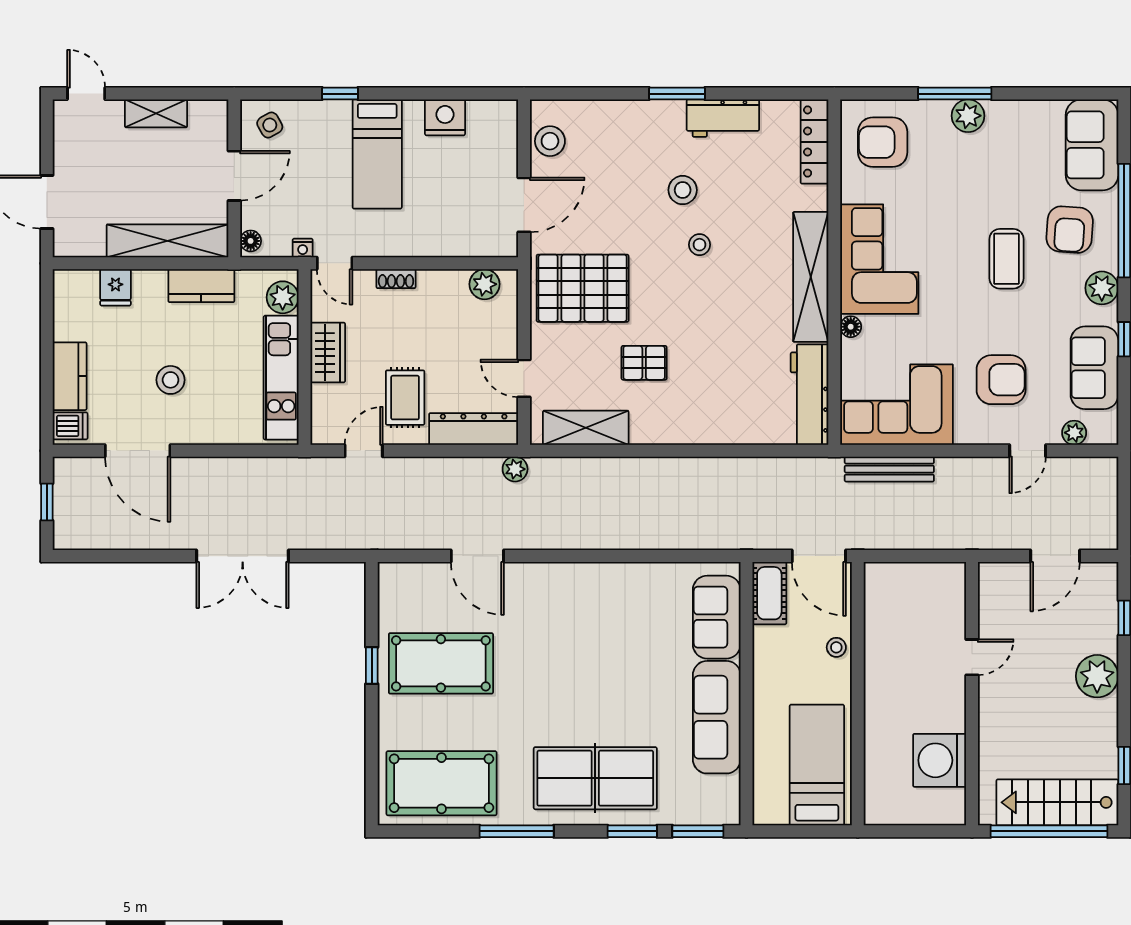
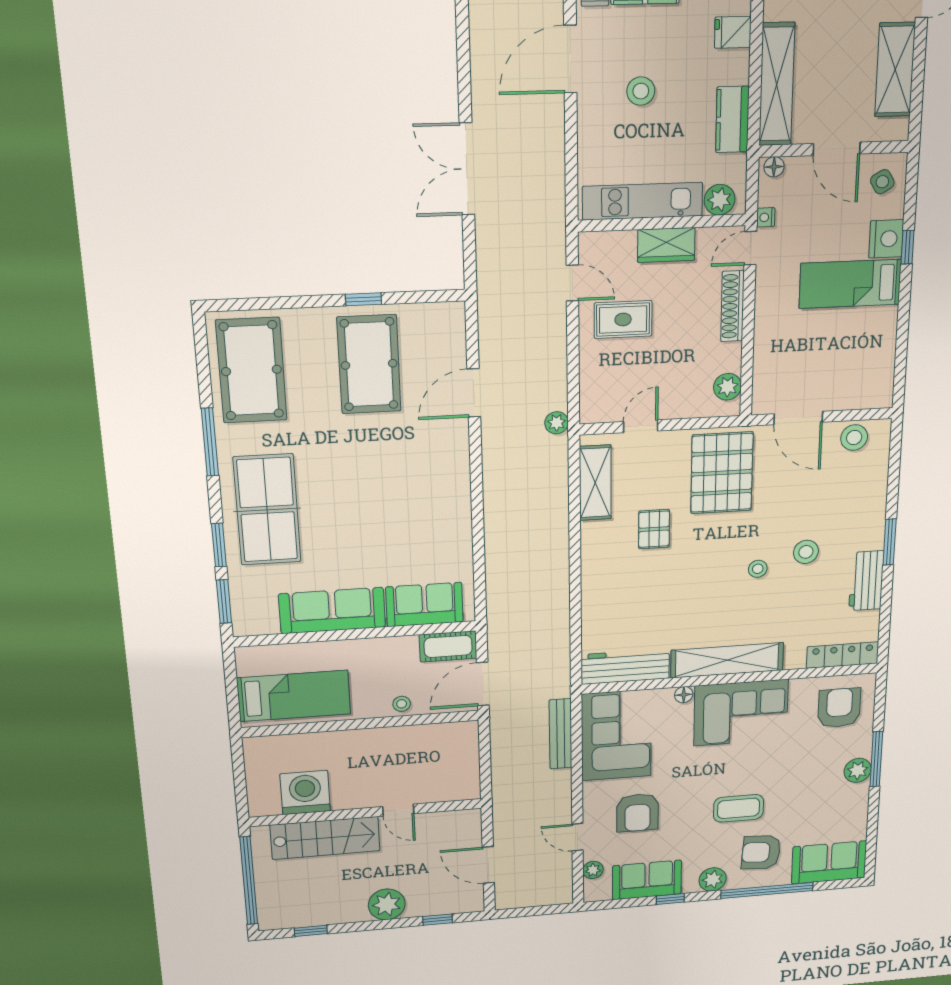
shelving: (156, 113) -> (895, 70), width x1.50, depth x1.33
nightstand: (445, 117) -> (886, 239), moved
shoe rack: (396, 279) -> (732, 306), width x1.94, depth x1.24
dresser: (474, 429) -> (594, 384), removed
stairs: (1057, 802) -> (325, 838), moved, turned 90

